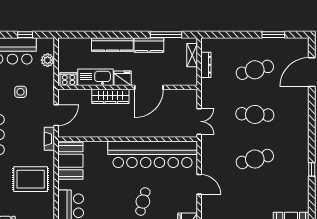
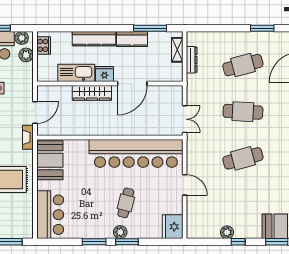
plant: (43, 44) -> (22, 38), added
cooker: (68, 79) -> (44, 45), moved, turned 90

